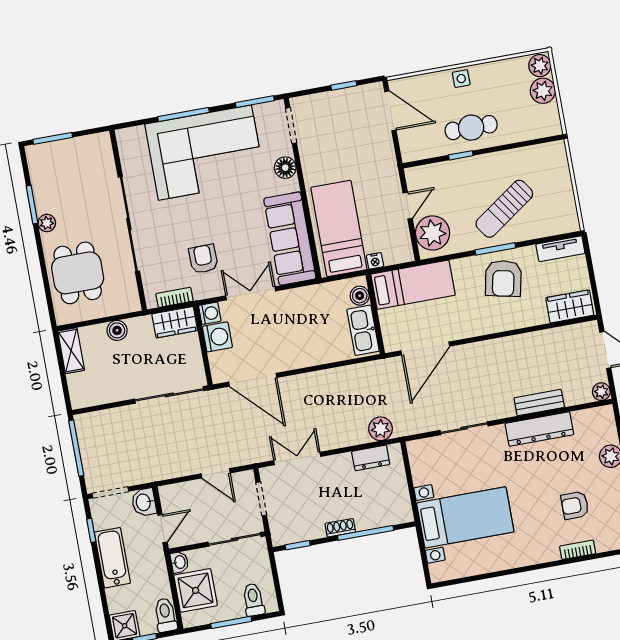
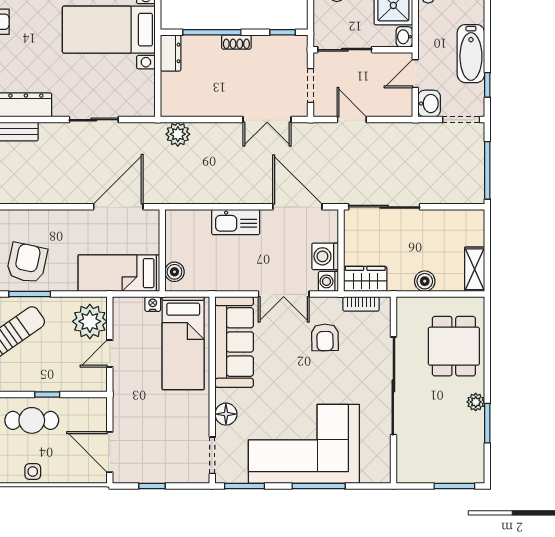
kitchen sink: (363, 330) -> (236, 222), moved, turned 90
dresser: (371, 458) -> (171, 53), moved, turned 90

